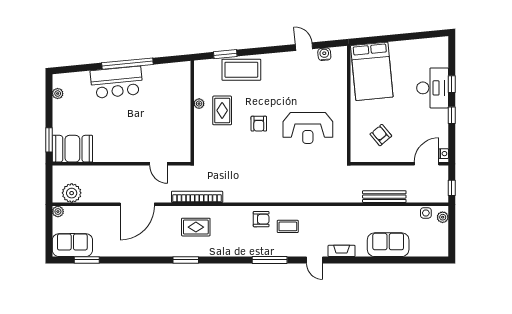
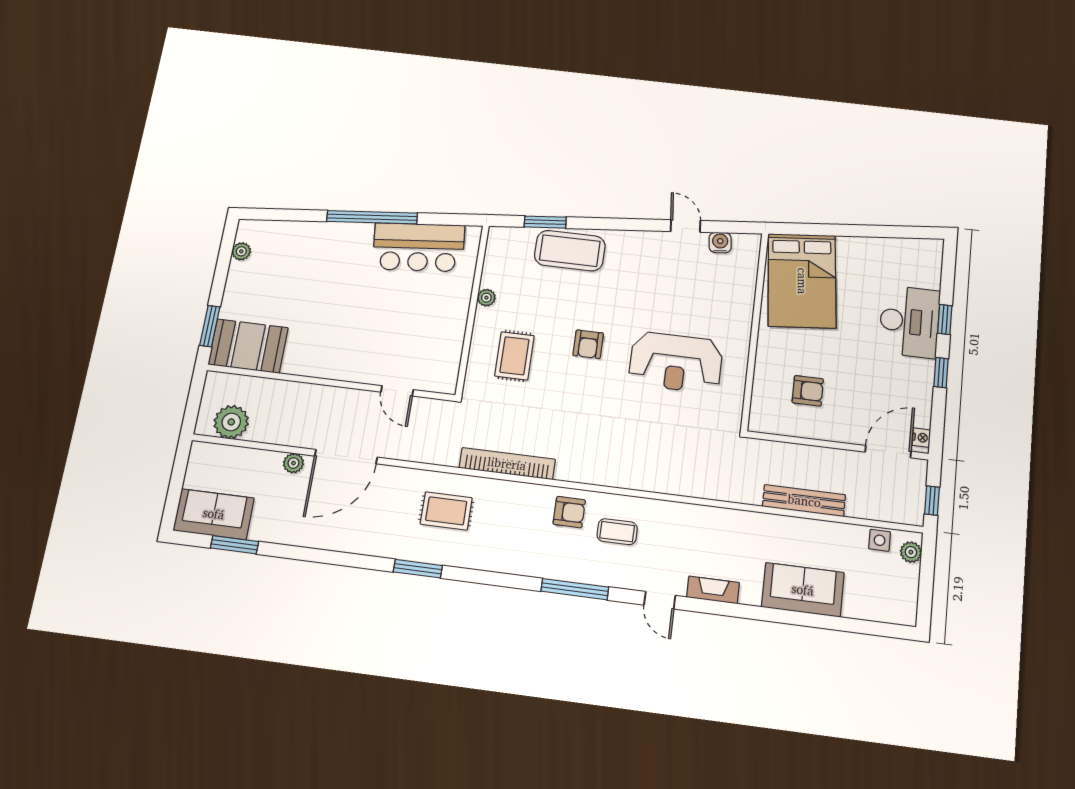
bar counter: (117, 82) -> (419, 247), moved
rug: (222, 110) -> (514, 356), moved
armchair: (381, 135) -> (808, 391), turned 130
bookcase: (197, 197) -> (507, 464), moved
plant: (58, 212) -> (293, 463), moved

